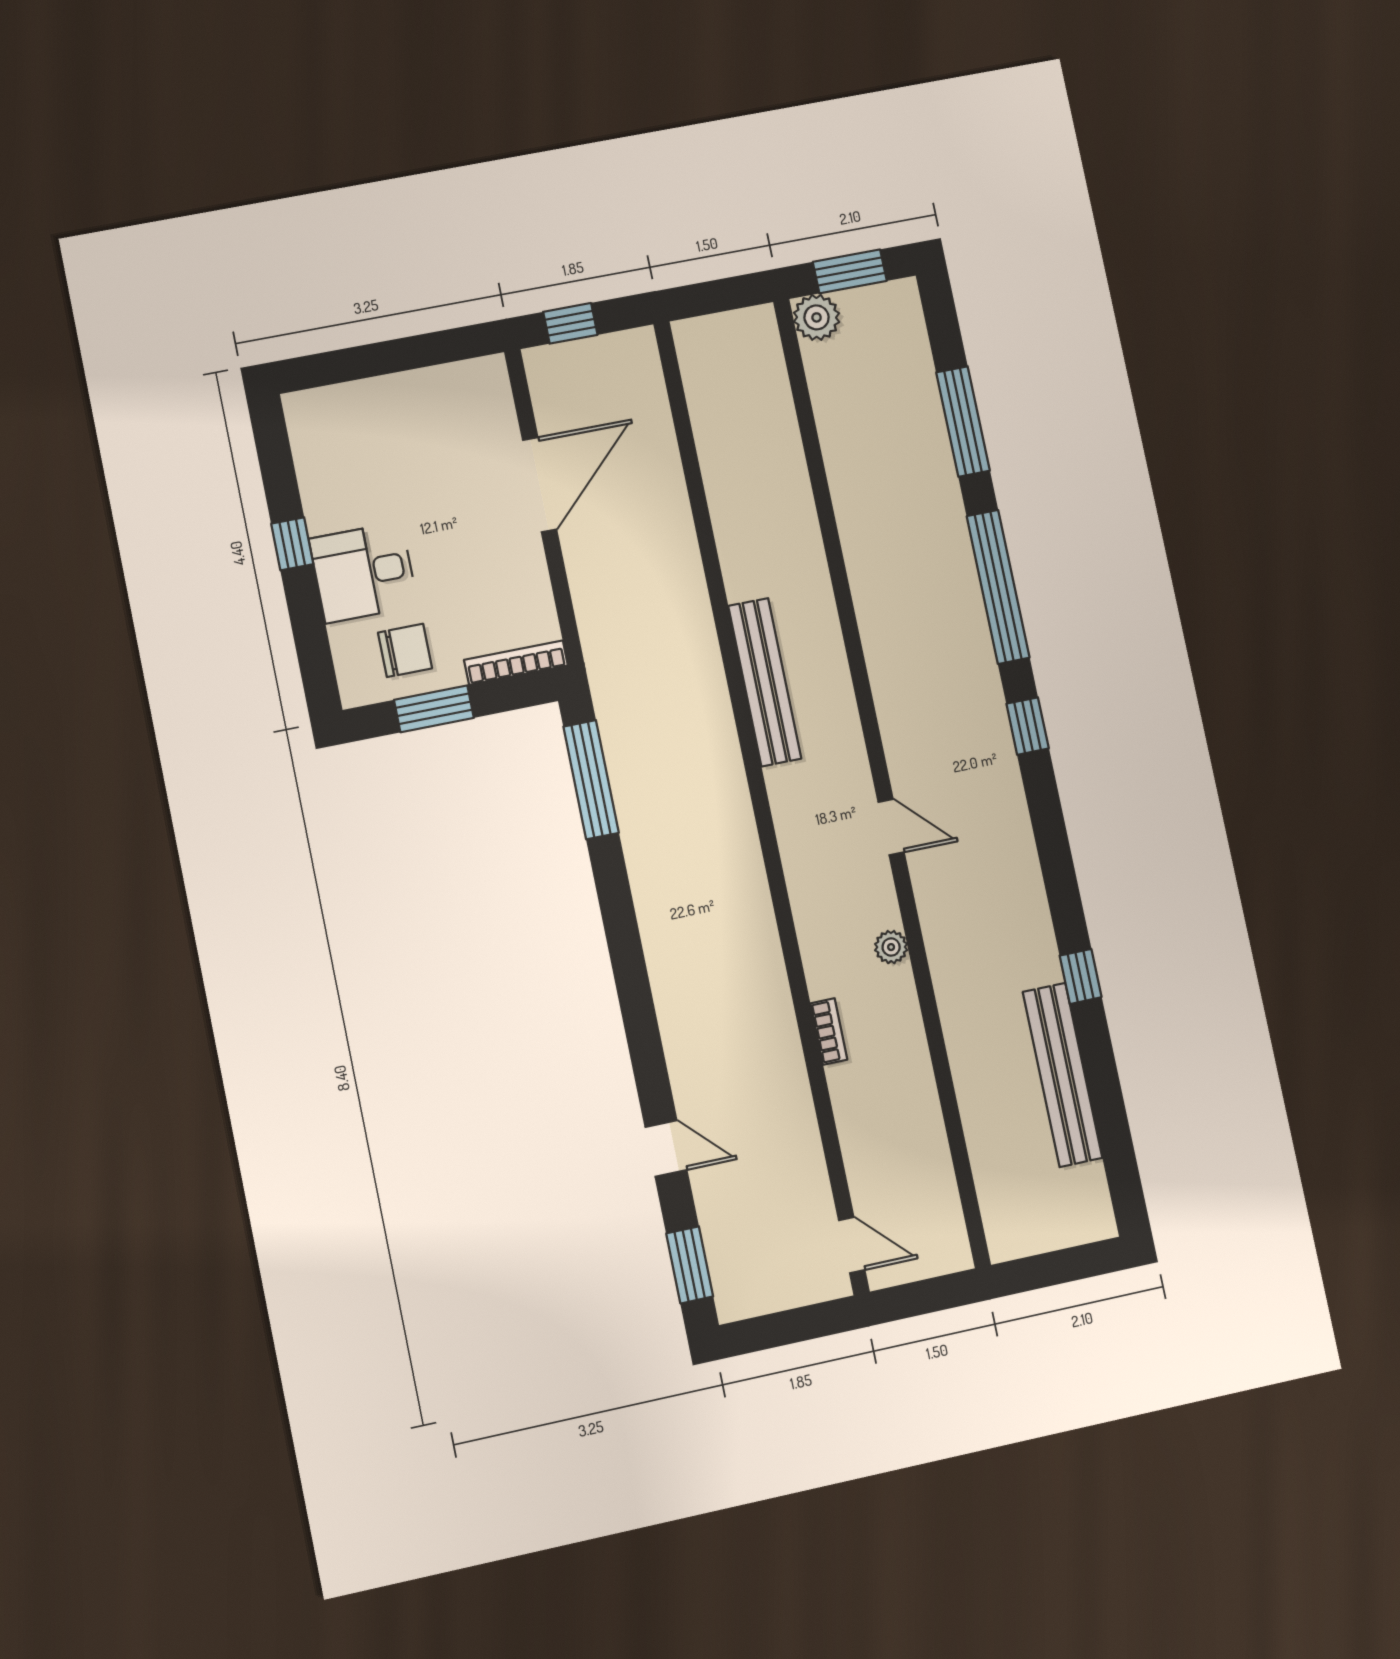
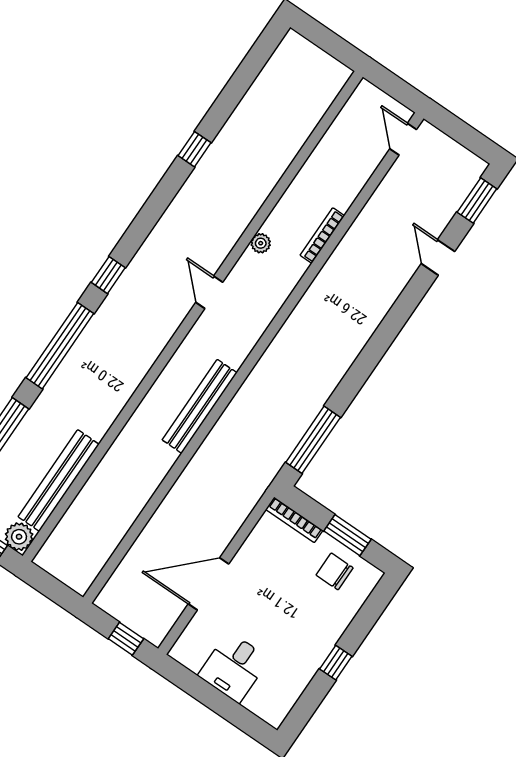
desk: (363, 572) -> (234, 667), moved, turned 90
bookcase: (829, 1031) -> (322, 235), width x1.56
bench: (1062, 1075) -> (59, 480), moved

